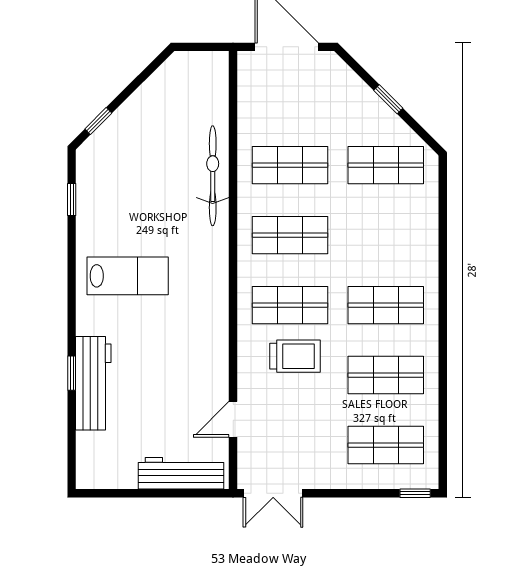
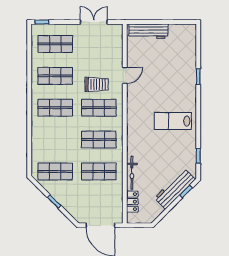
locker: (217, 99) -> (132, 202), added
bicycle: (213, 176) -> (132, 173), width x0.73, depth x0.71
trolley: (295, 356) -> (97, 84), turned 180
workbench: (93, 383) -> (175, 189), moved, turned 45
door: (233, 419) -> (125, 75), moved
double door: (273, 493) -> (94, 22), moved

